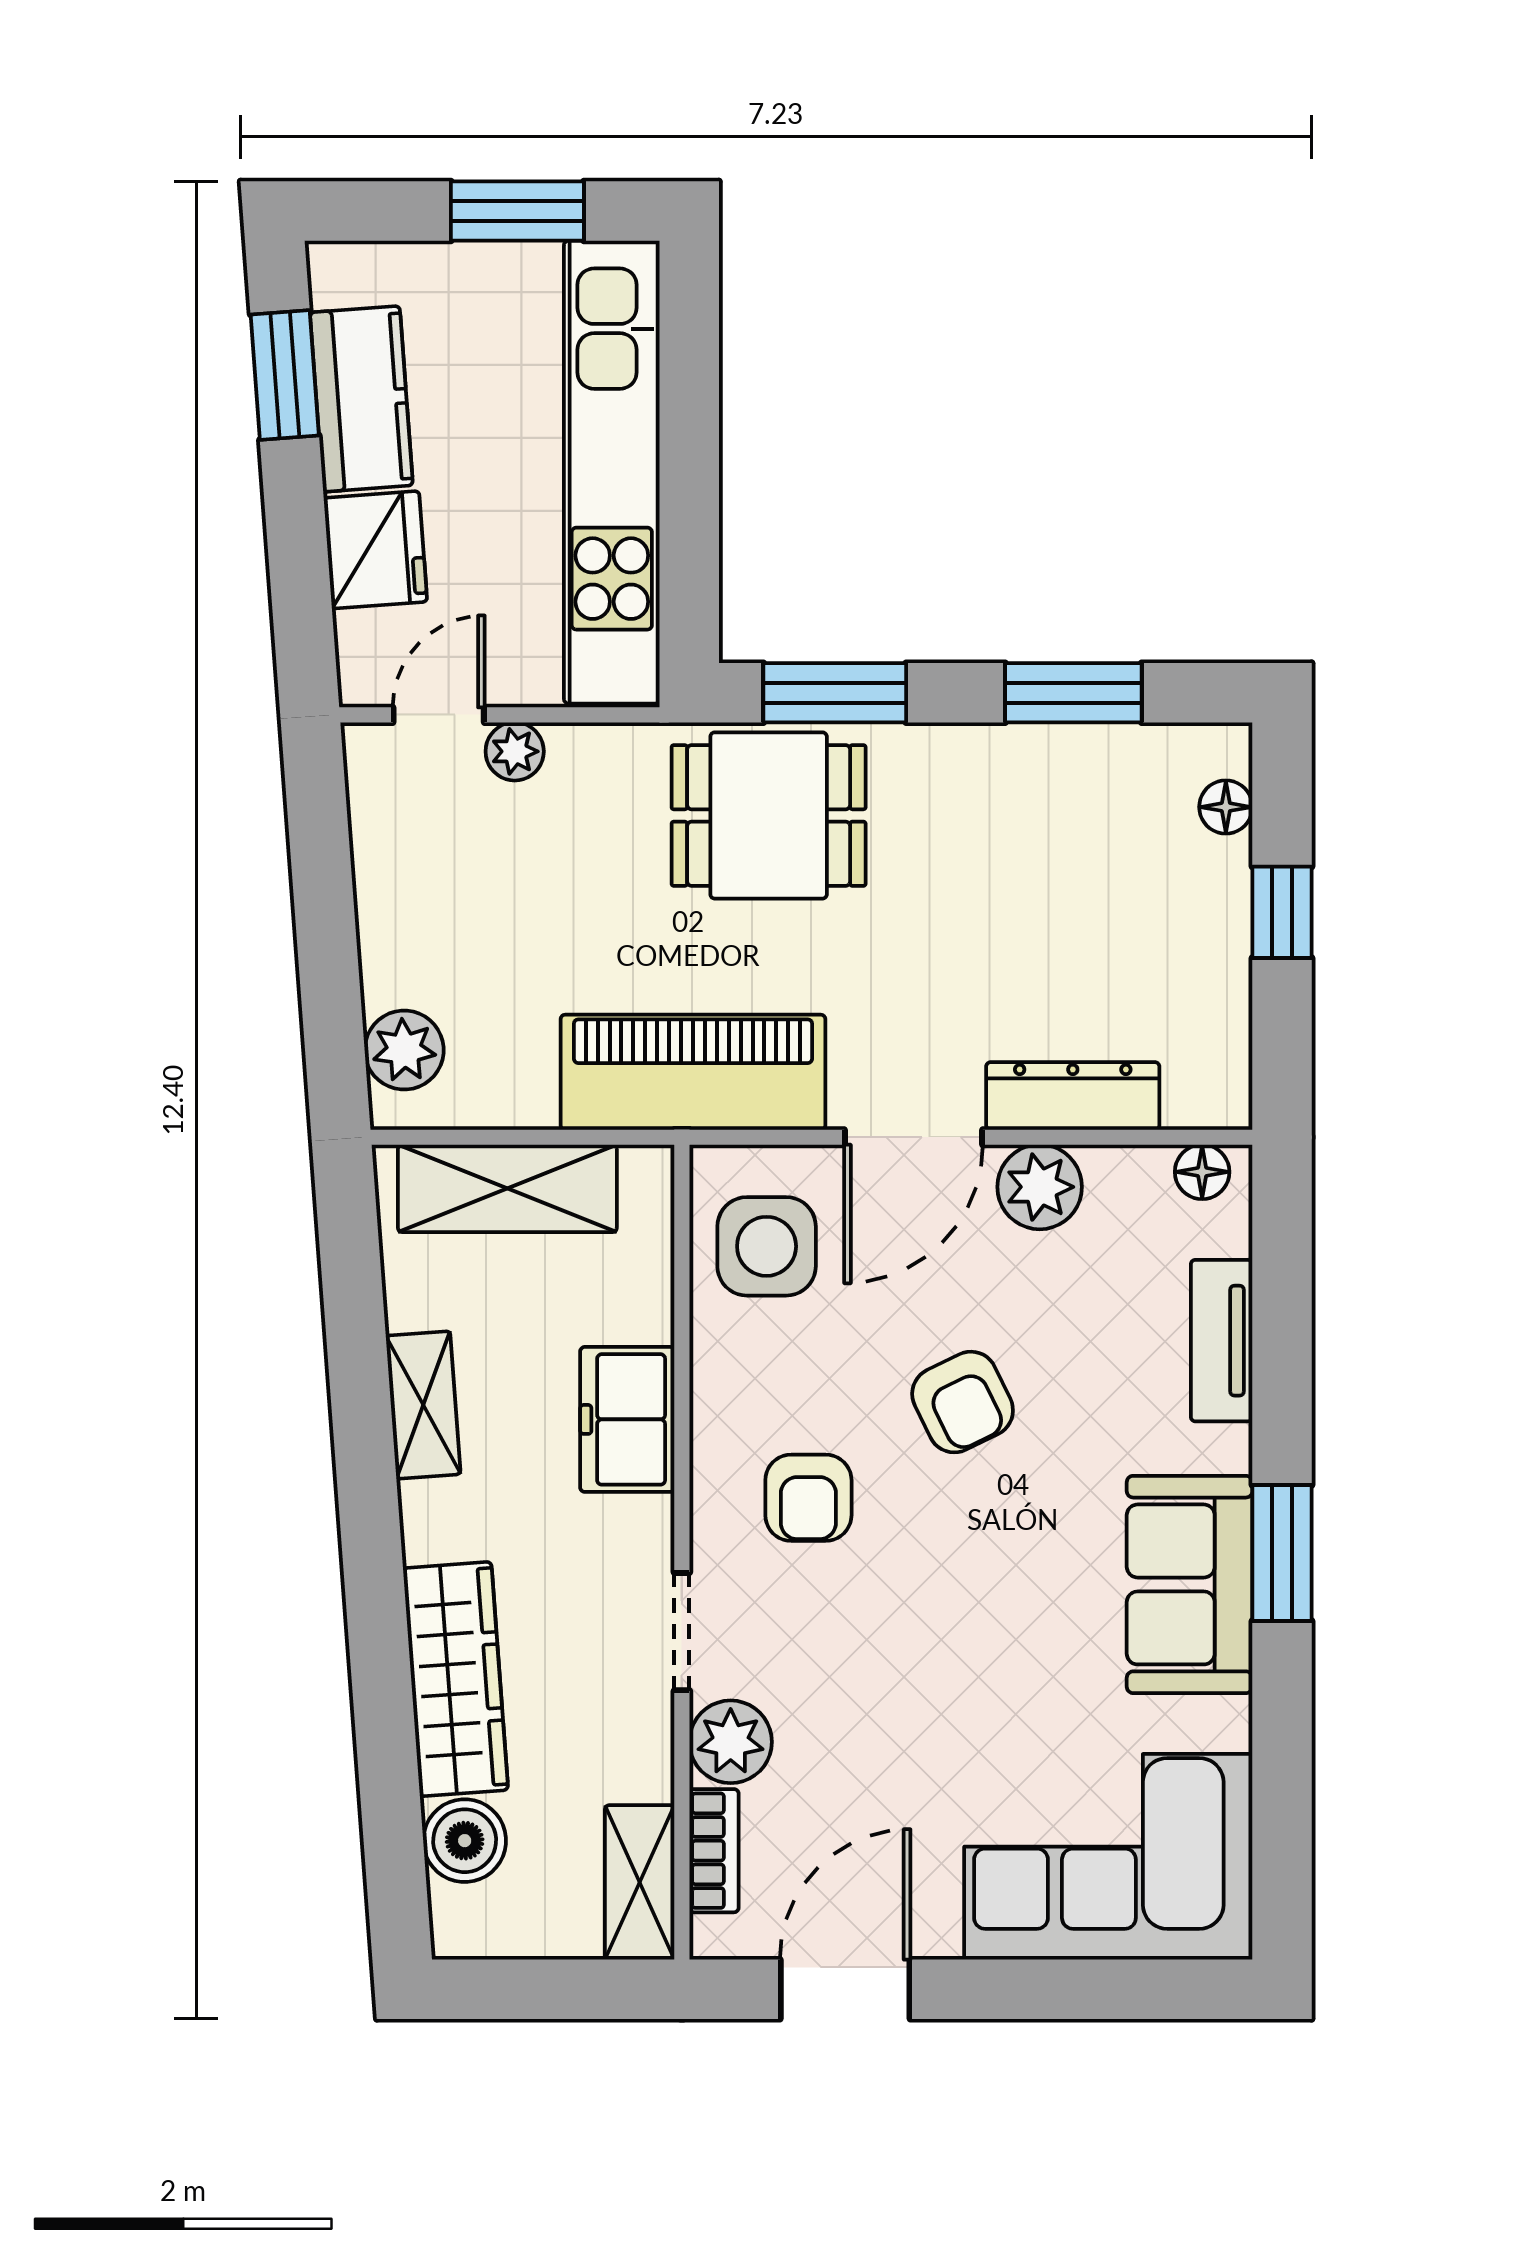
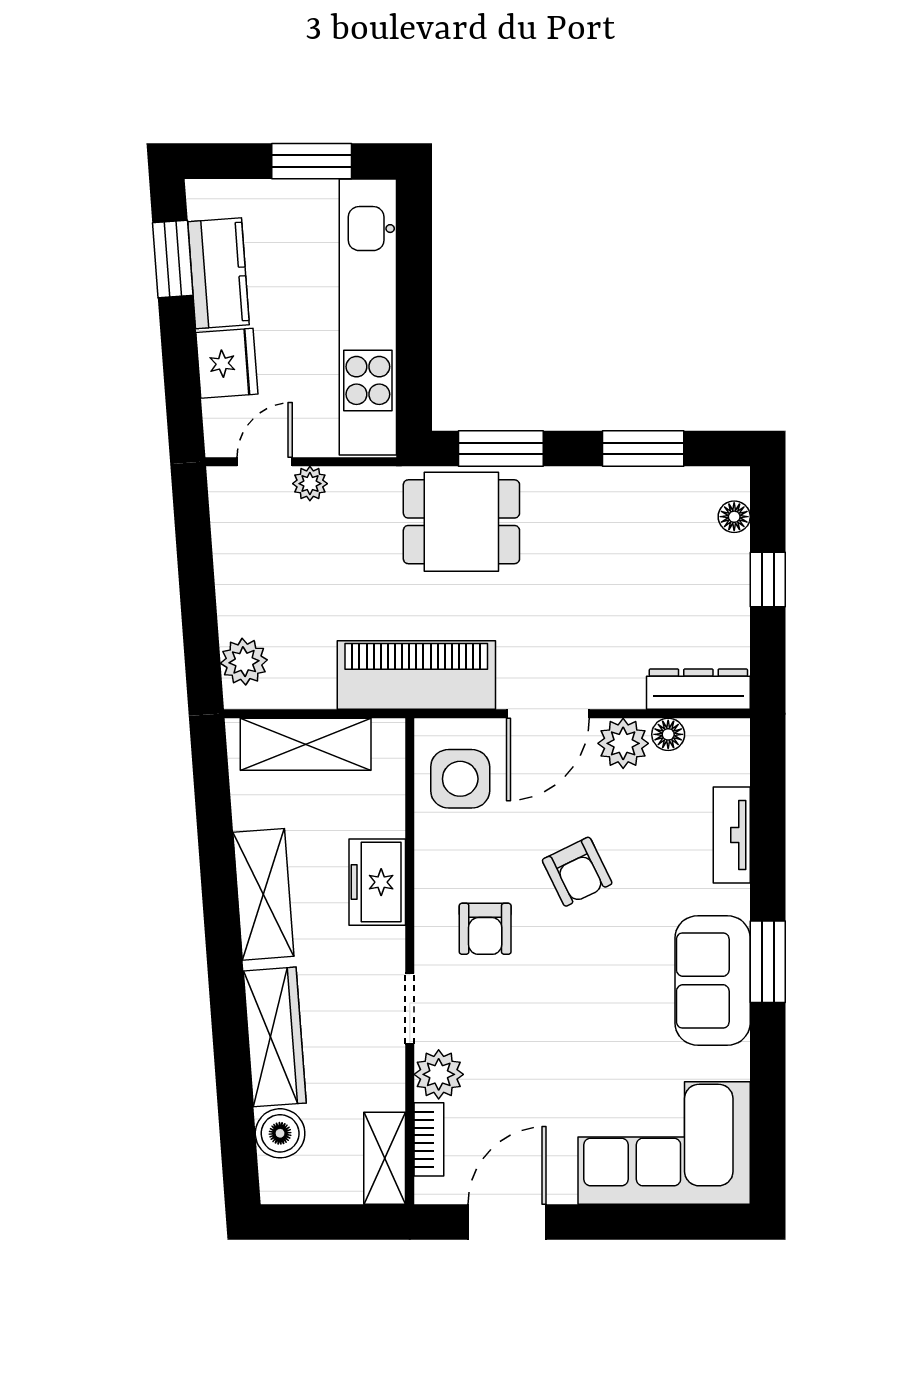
dresser: (1073, 1096) -> (698, 689), moved
floor lamp: (1202, 1172) -> (668, 734), moved
shelving: (423, 1405) -> (263, 894), width x1.50, depth x1.33

